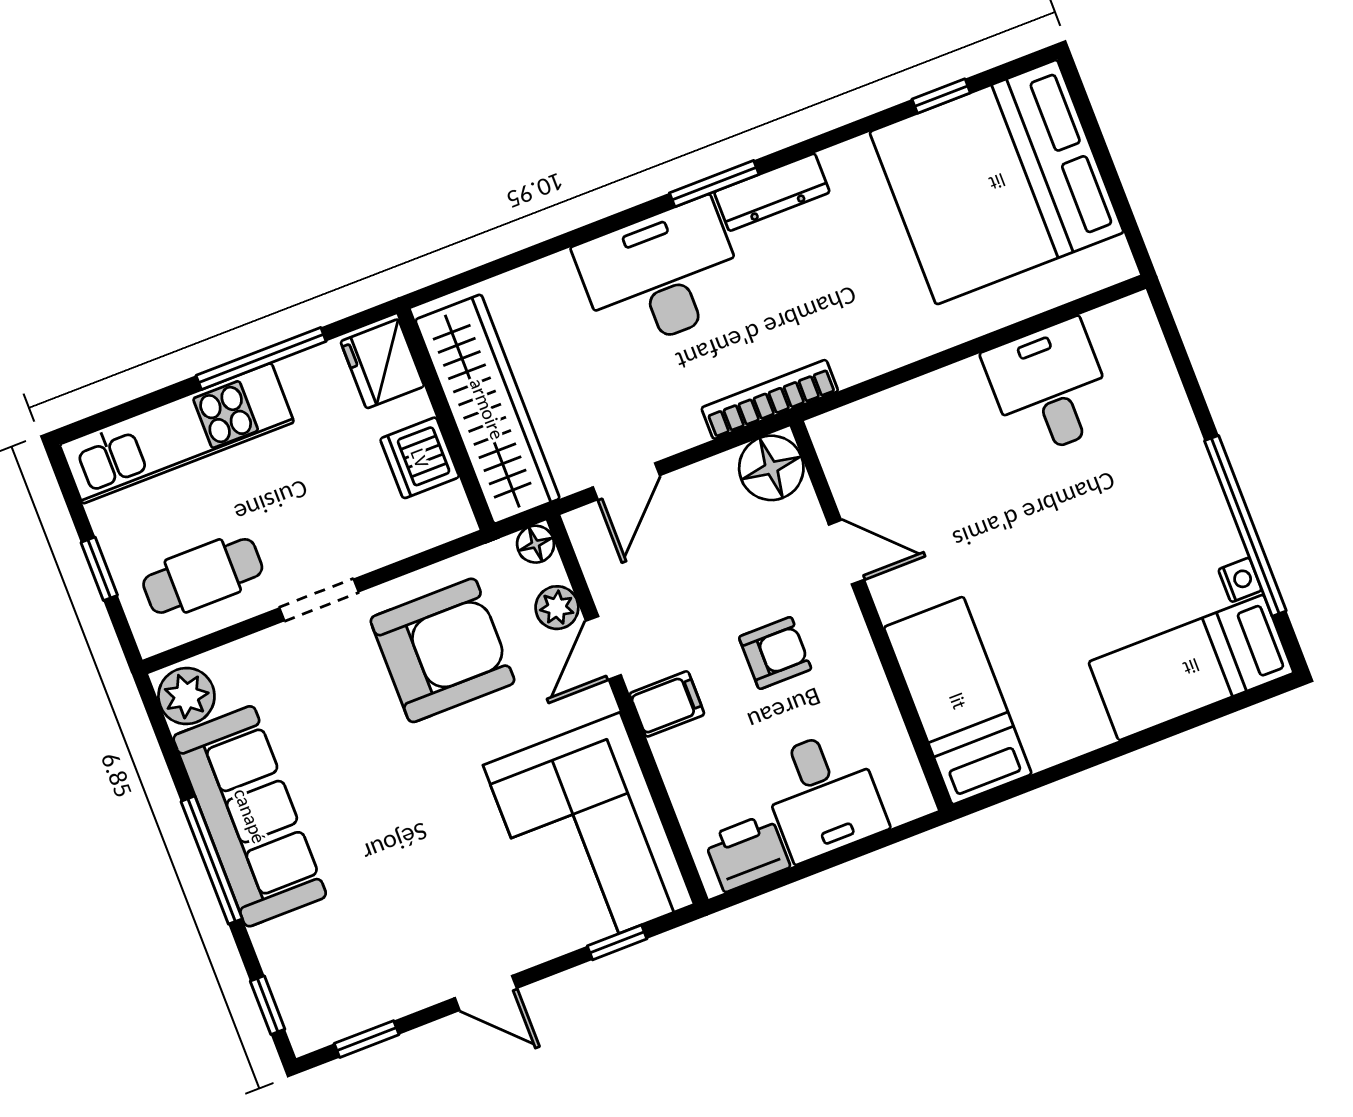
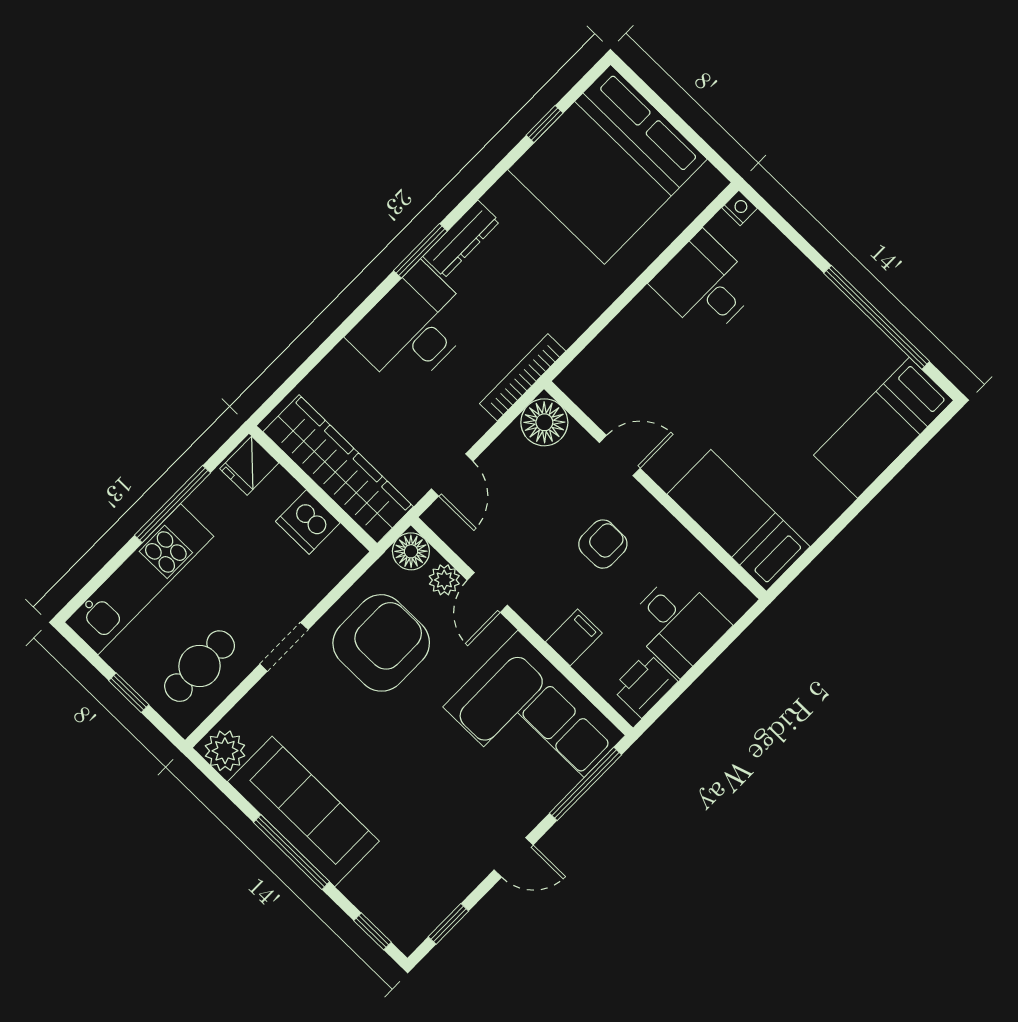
fridge: (382, 364) -> (249, 466), width x0.72
floor lamp: (536, 544) -> (411, 551), width x1.37, depth x1.37
nightstand: (1240, 580) -> (740, 208), moved
filing cabinet: (667, 704) -> (574, 637), moved
window: (617, 942) -> (585, 784), width x2.17

